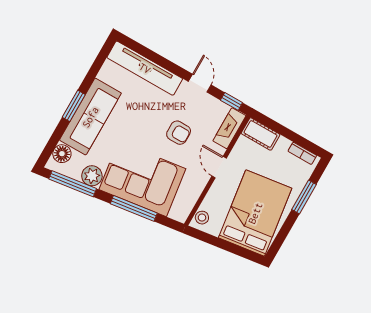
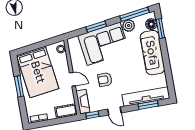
window: (151, 55) -> (148, 105), added
window: (74, 106) -> (160, 29), moved
window: (304, 197) -> (19, 86), moved
window: (134, 208) -> (96, 27), width x0.69

